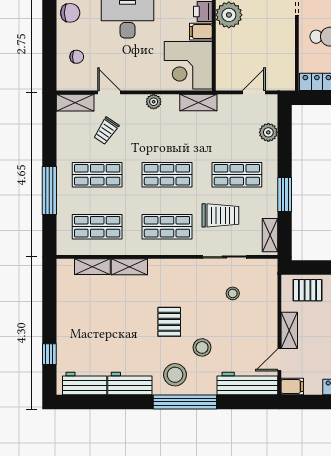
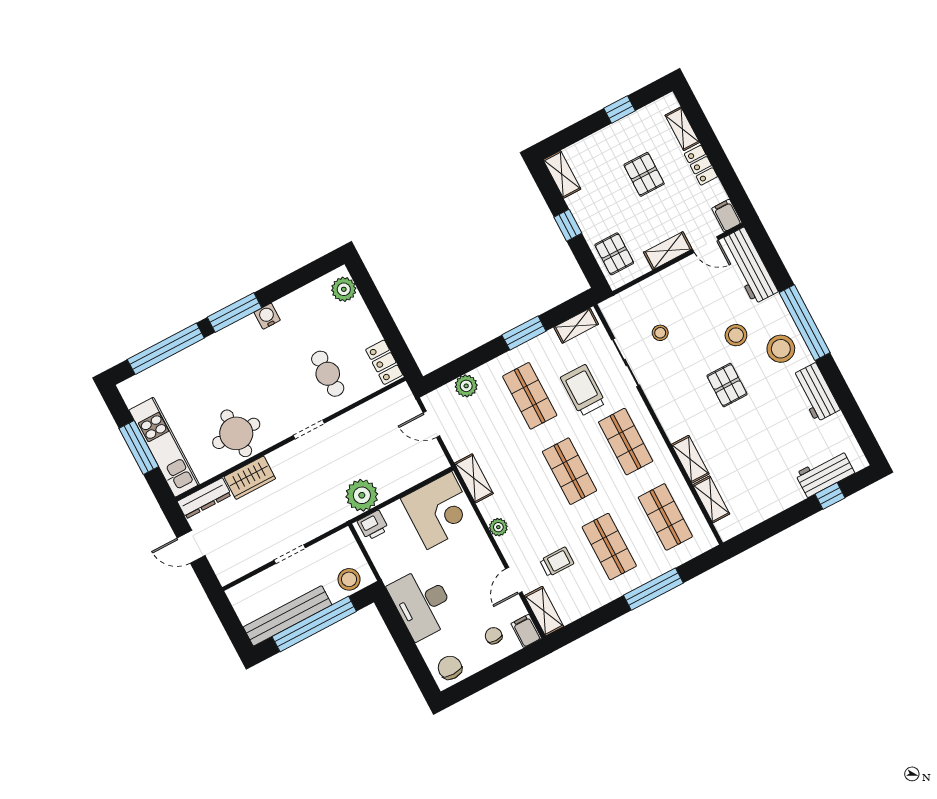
filing cabinet: (201, 32) -> (526, 631), moved, turned 180
trolley: (106, 131) -> (557, 562), turned -34
pallet: (169, 322) -> (727, 385), turned 90
workbench: (85, 384) -> (825, 473), moved, turned 90

